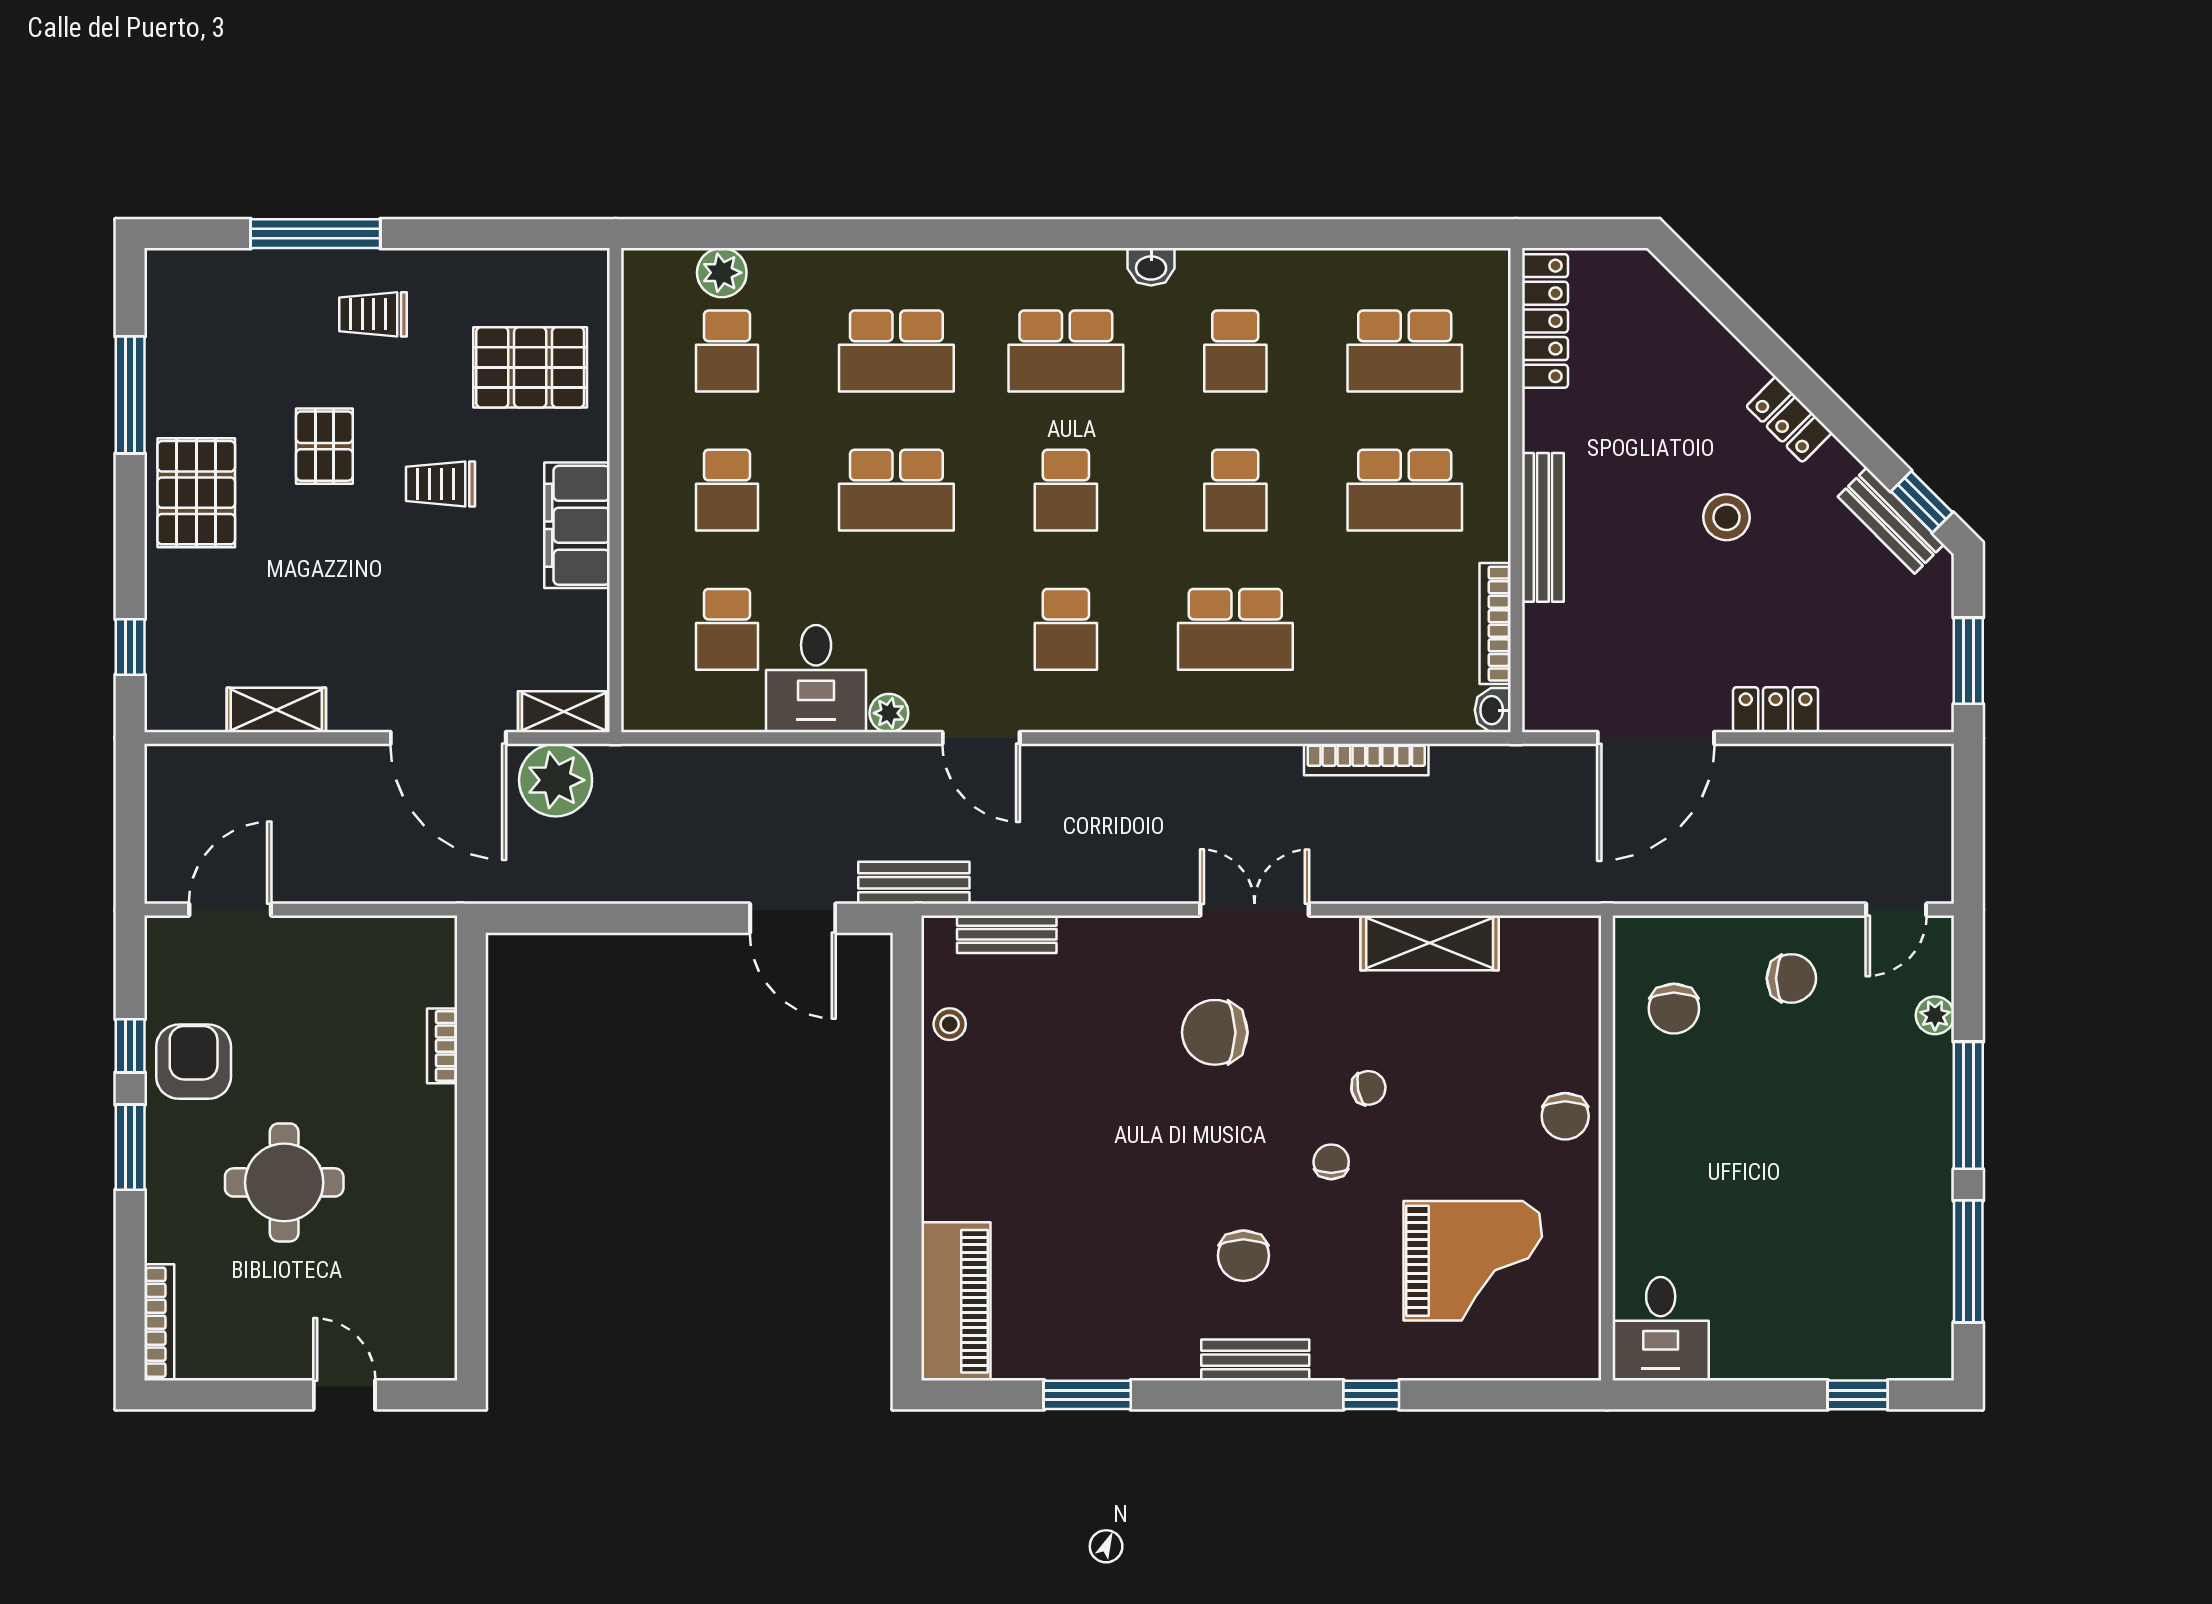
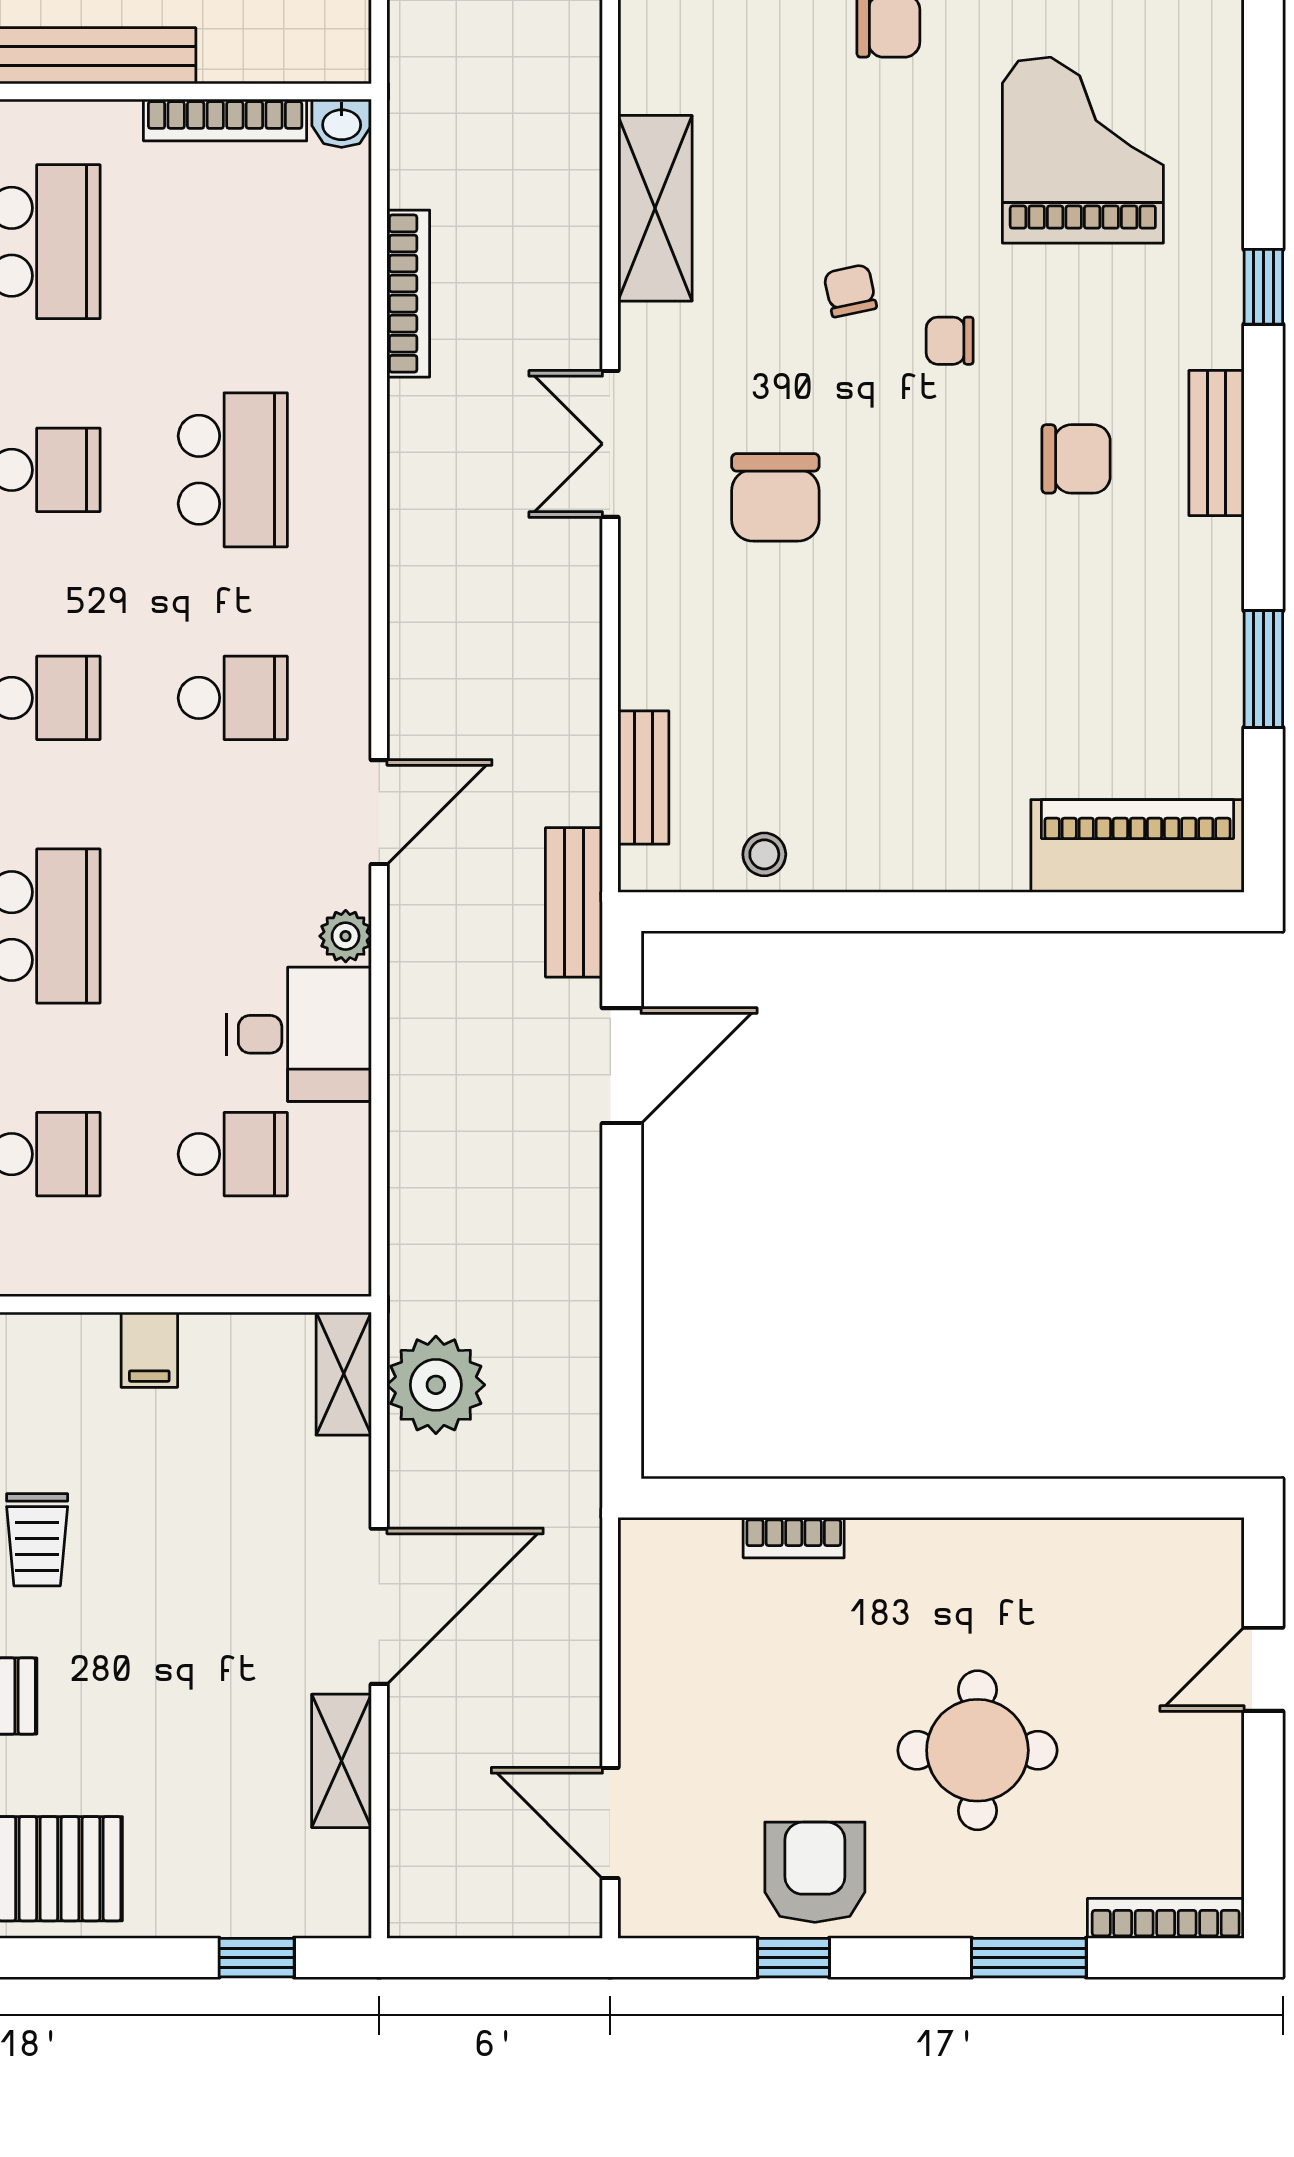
filing cabinet: (577, 525) -> (149, 1350), width x0.33, depth x0.86
door: (448, 738) -> (379, 1606), moved
armchair: (194, 1062) -> (815, 1872), turned 90
window: (130, 1147) -> (1029, 1958), moved

